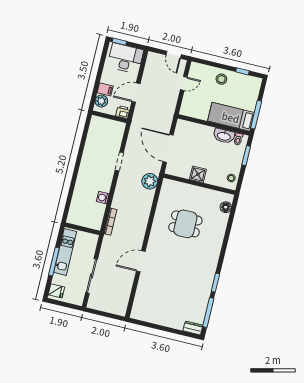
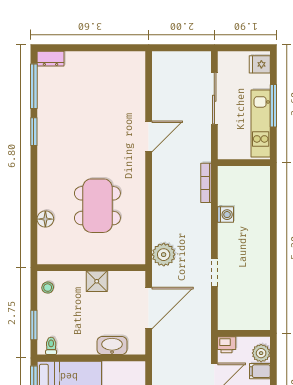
washbasin: (224, 136) -> (112, 346), moved
door: (168, 148) -> (149, 308), hinge flipped
floor lamp: (226, 207) -> (45, 219), moved
dining table: (185, 224) -> (97, 206), width x1.38

